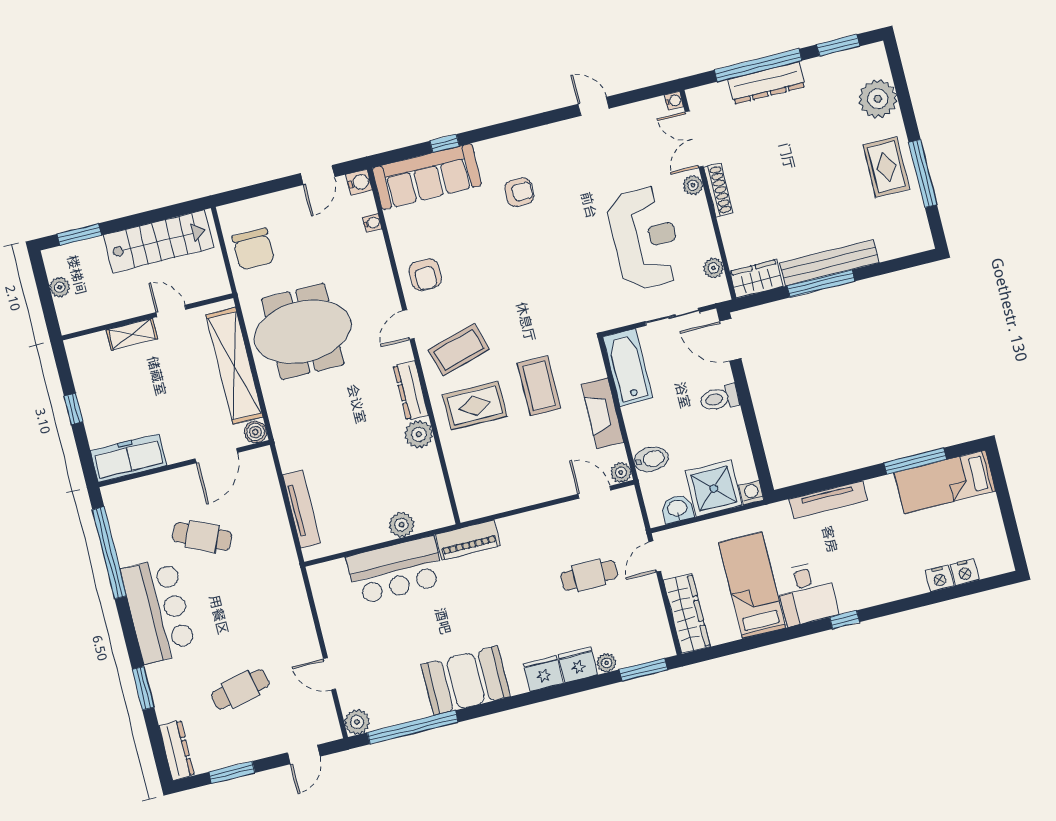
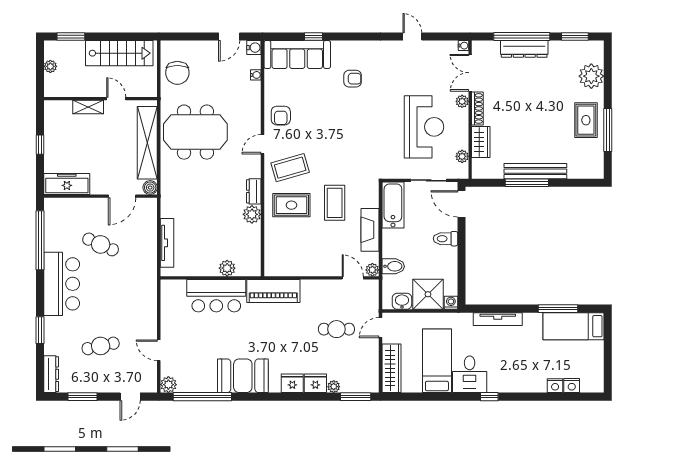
wardrobe: (756, 279) -> (481, 142), moved, turned 90
dresser: (411, 391) -> (254, 191), width x0.70
piano: (468, 540) -> (273, 291), width x1.37, depth x1.33

